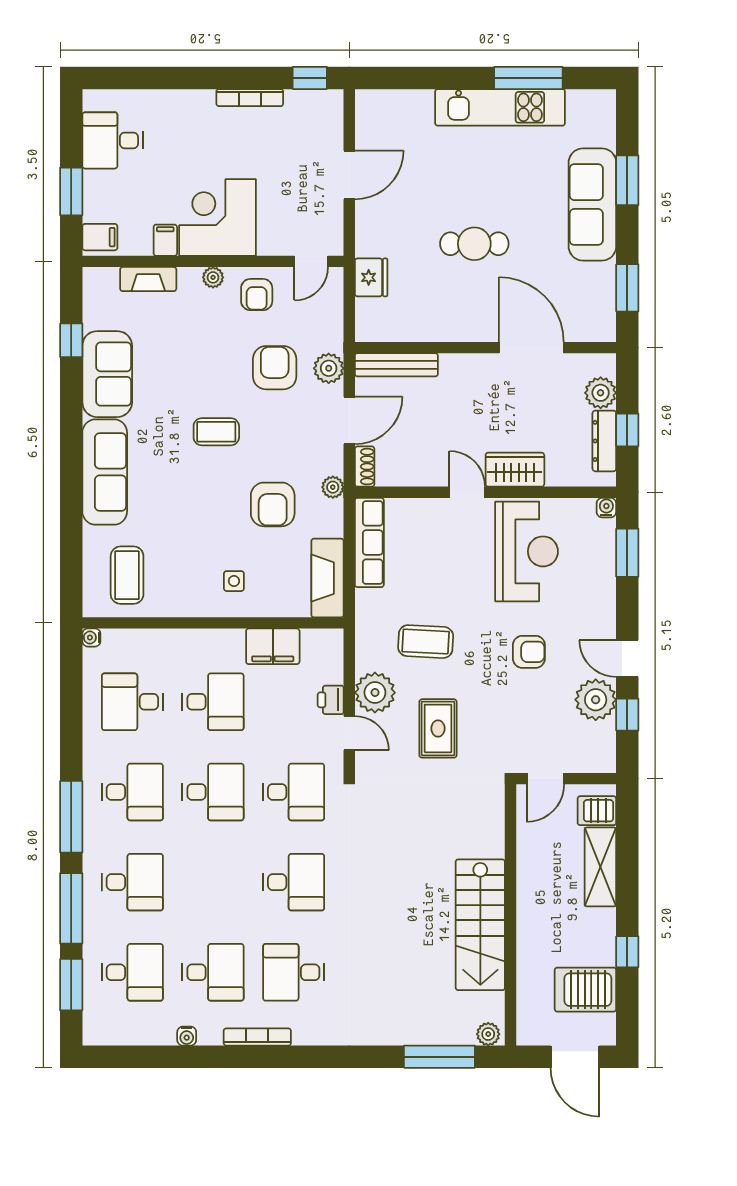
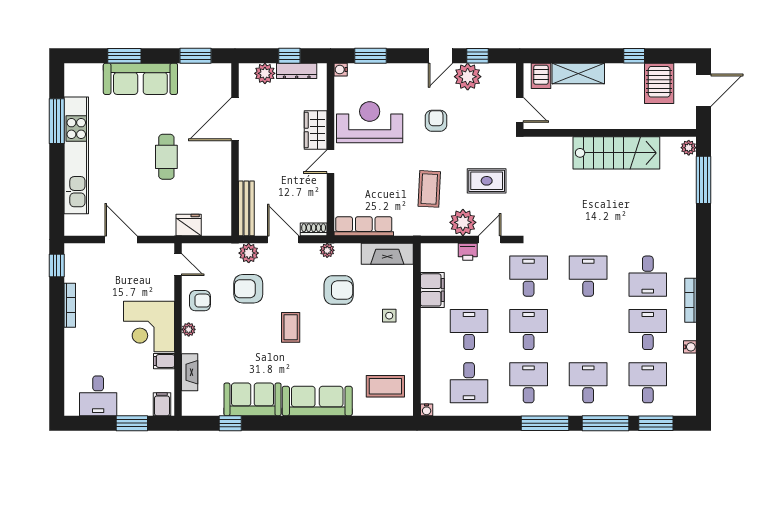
kitchen unit: (500, 107) -> (76, 155), width x1.36

